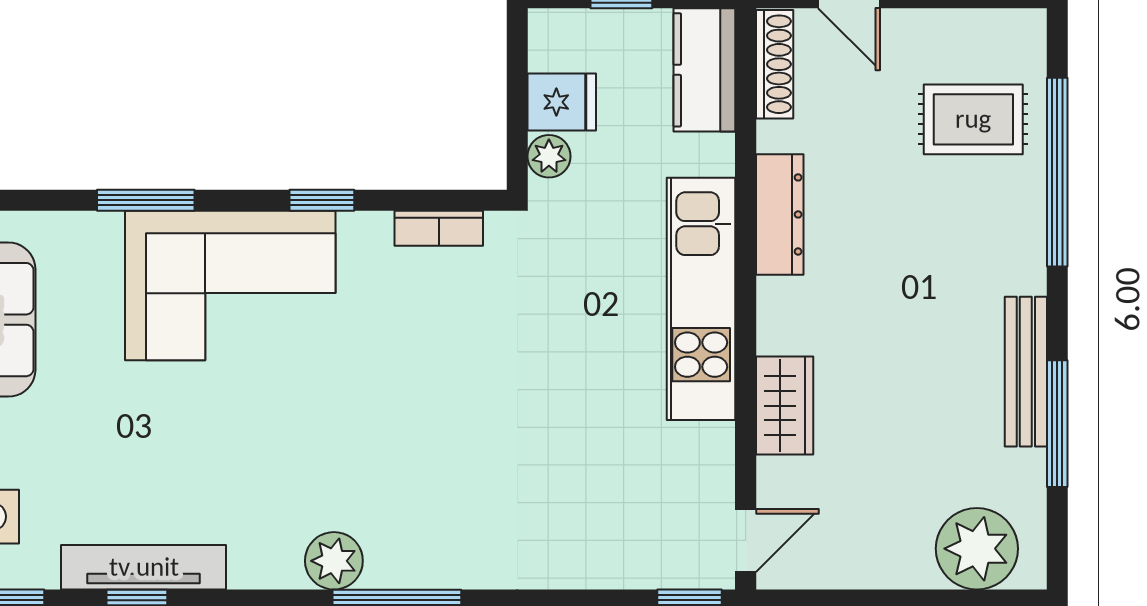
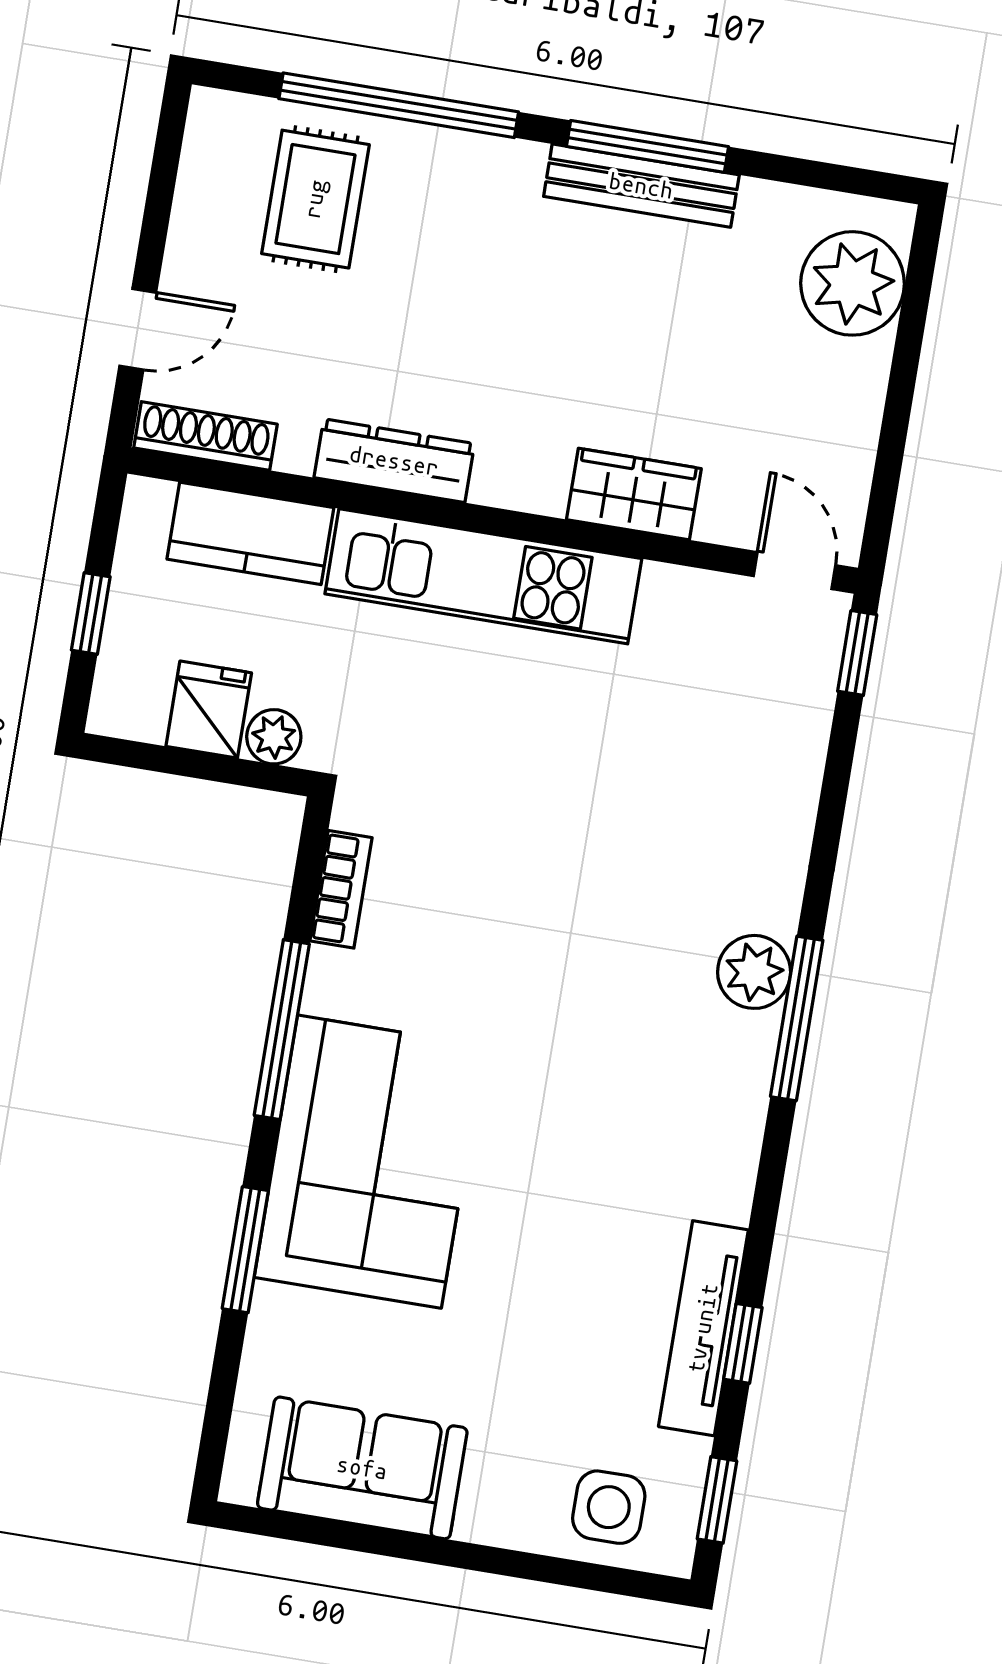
kitchen counter: (704, 70) -> (250, 533), moved
window: (322, 200) -> (282, 1030), width x2.17
window: (1057, 424) -> (647, 146), moved
plant: (334, 561) -> (754, 972), moved

